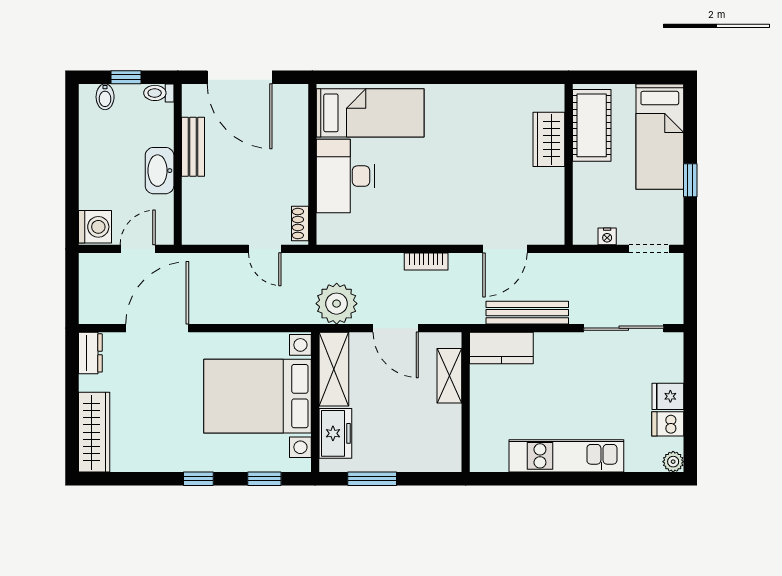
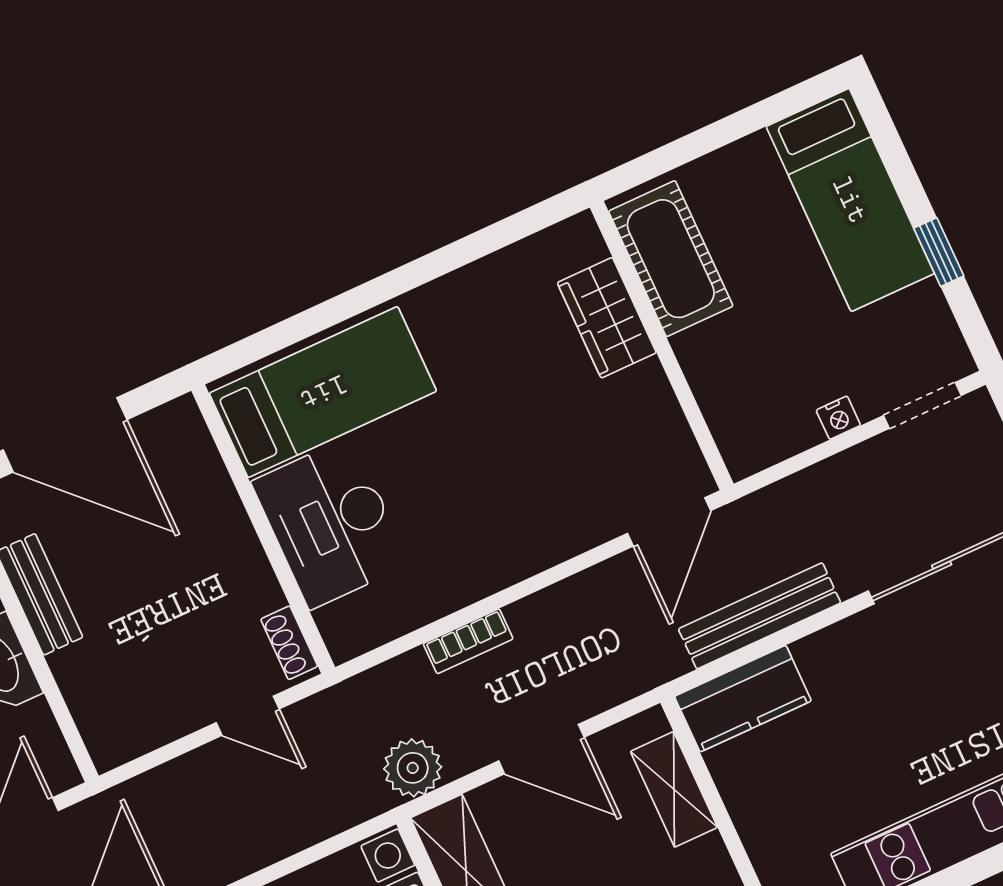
cot: (592, 125) -> (671, 259), moved
wardrobe: (549, 139) -> (607, 318), moved
wall: (569, 164) -> (662, 346), moved
bookcase: (426, 262) -> (468, 641), moved
plant: (337, 304) -> (413, 768), width x0.73, depth x0.73

